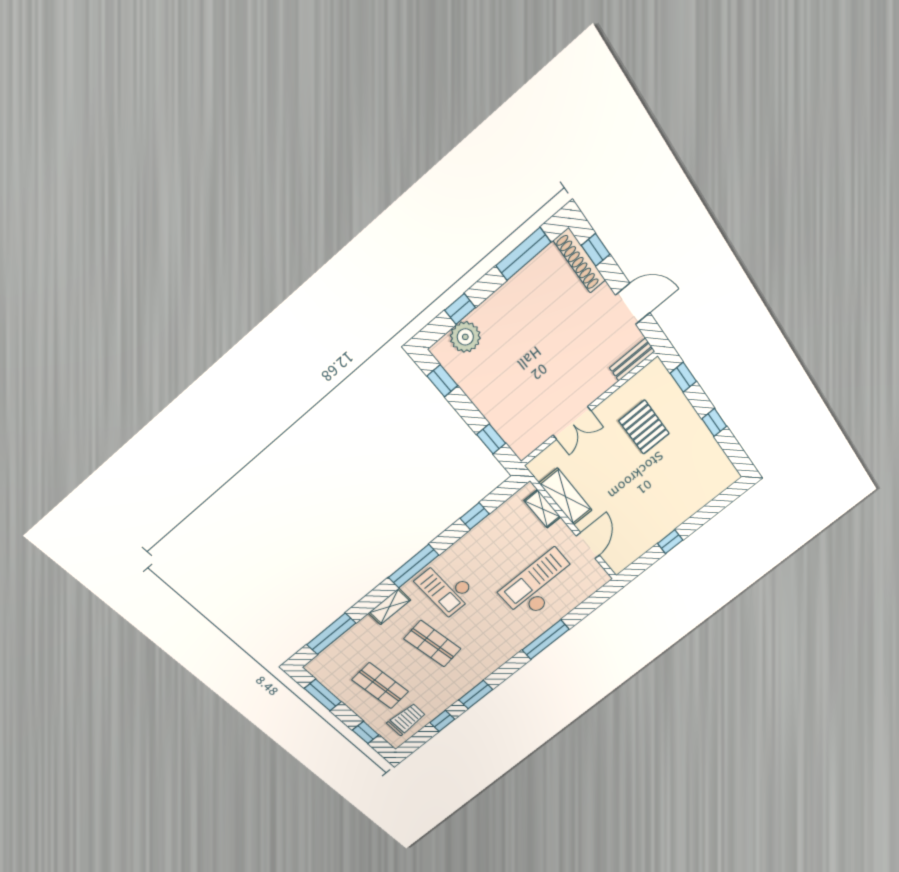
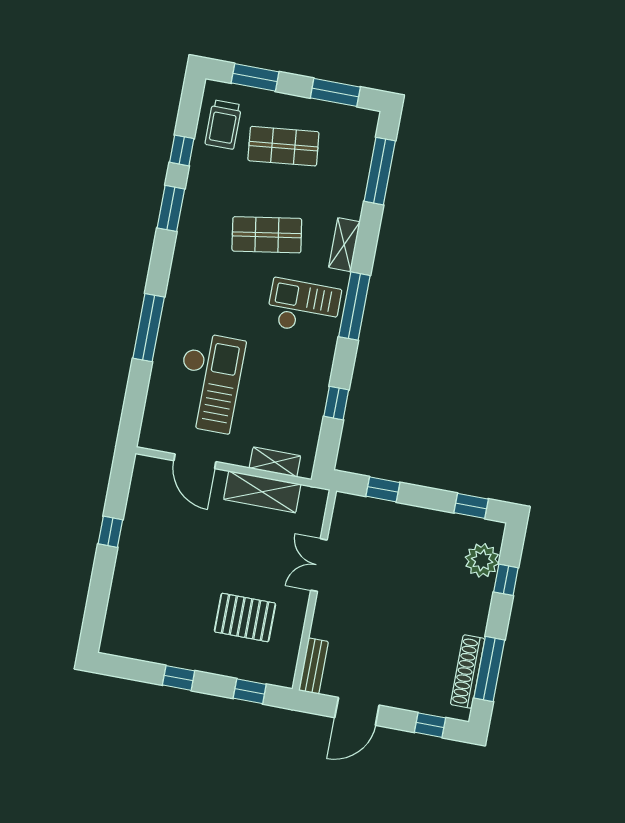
shoe rack: (580, 261) -> (468, 672), moved, turned -90
window: (366, 733) -> (255, 77), width x1.50

